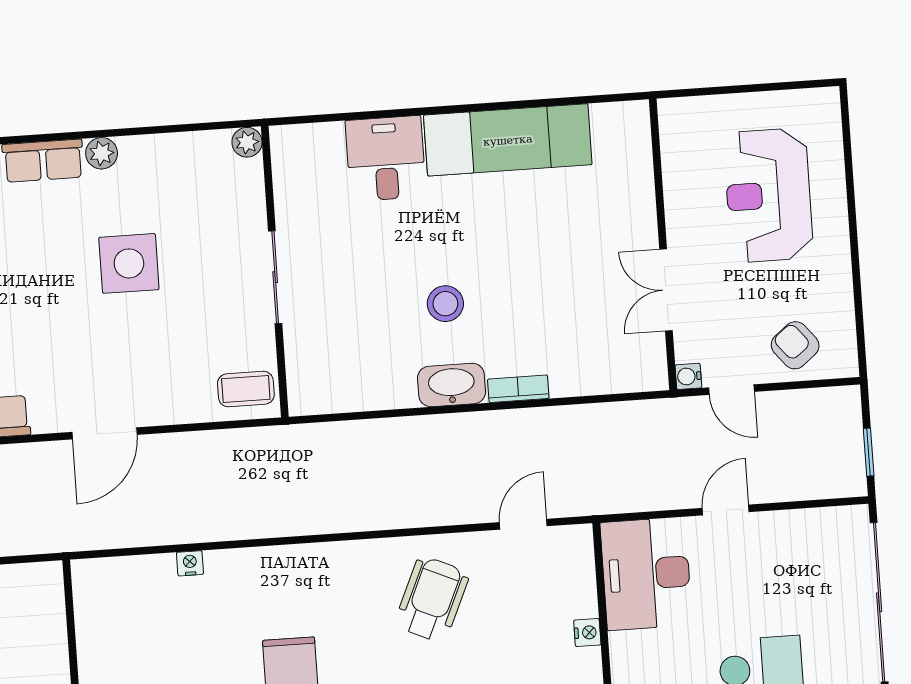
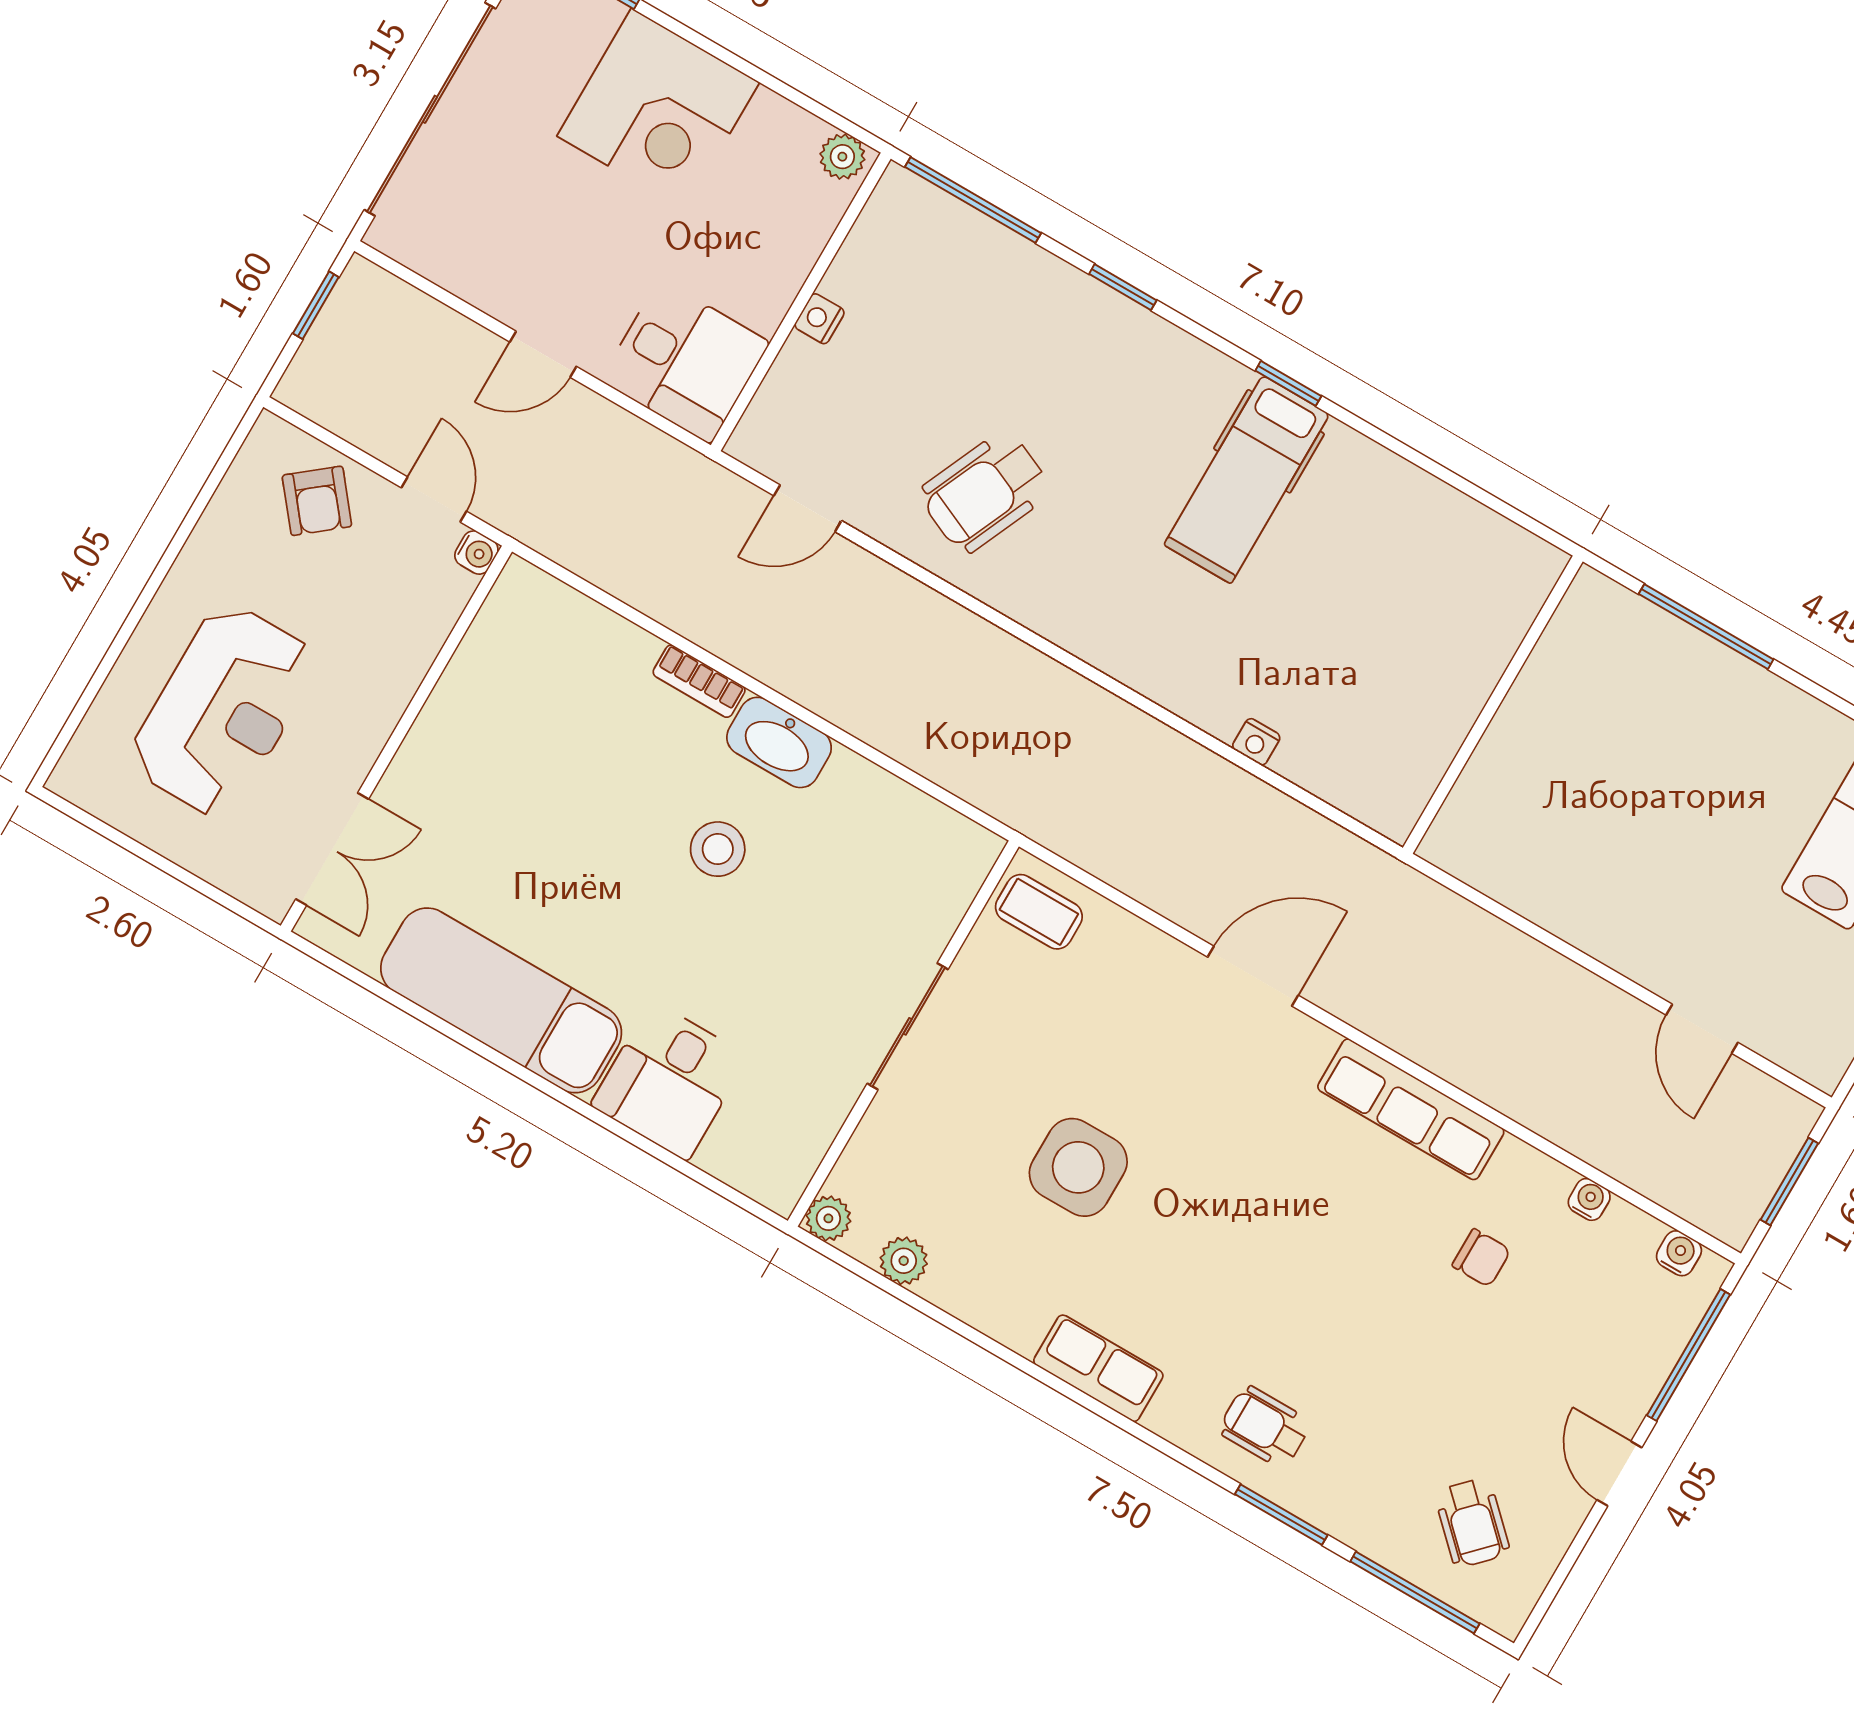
plant: (102, 153) -> (904, 1261), moved
double door: (666, 290) -> (332, 849), moved
desk: (646, 574) -> (685, 361), width x0.73

